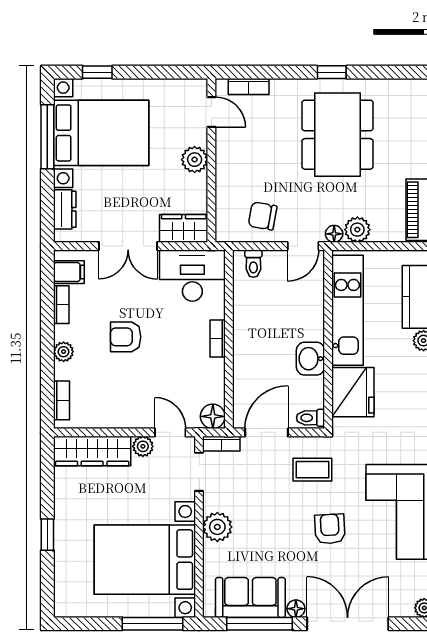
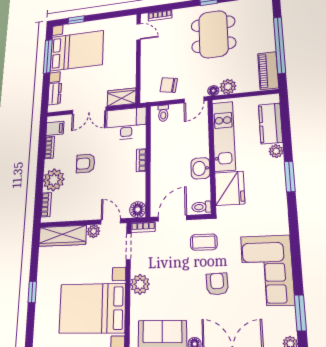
plant: (195, 160) -> (129, 58), removed
plant: (64, 352) -> (54, 180), width x1.88, depth x1.88

